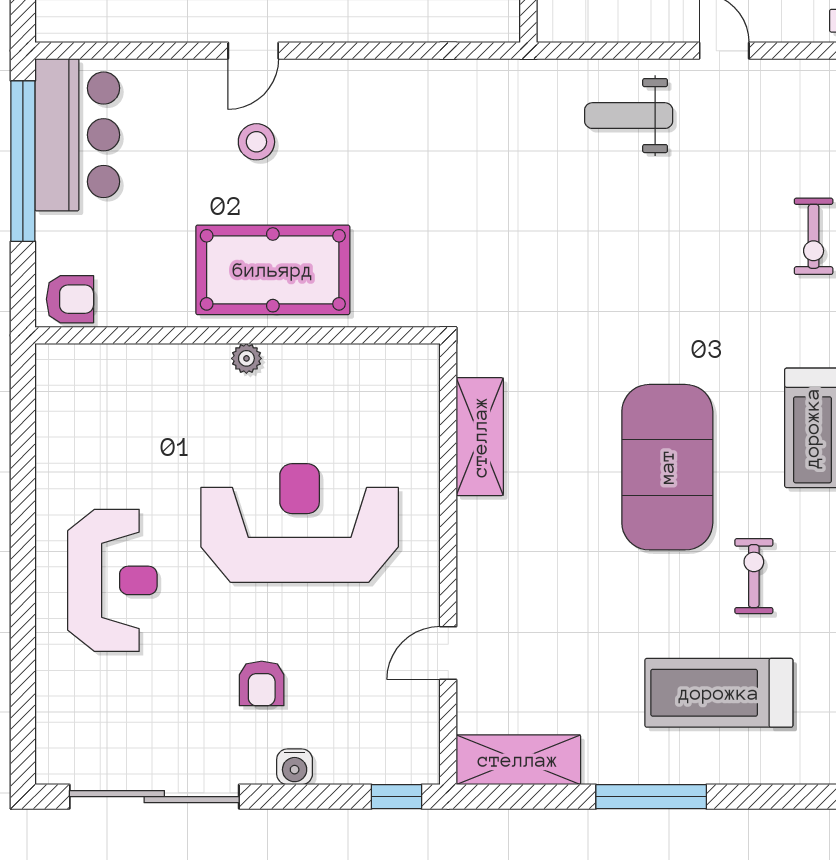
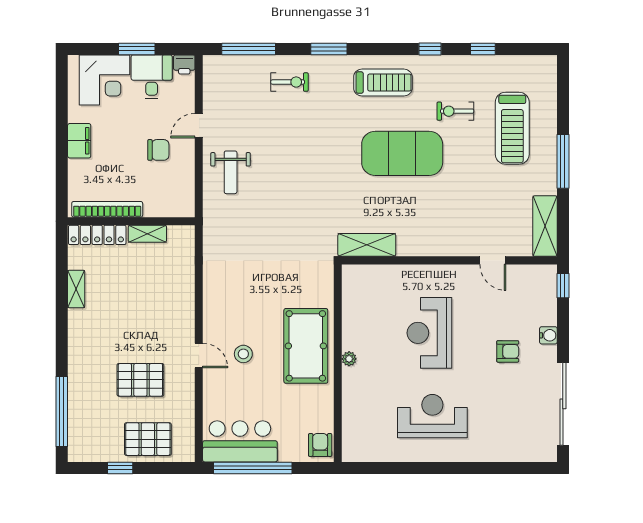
shelving: (480, 437) -> (367, 245), moved
reception desk: (300, 523) -> (429, 333), width x0.74, depth x0.77
reception desk: (112, 580) -> (432, 416), moved

